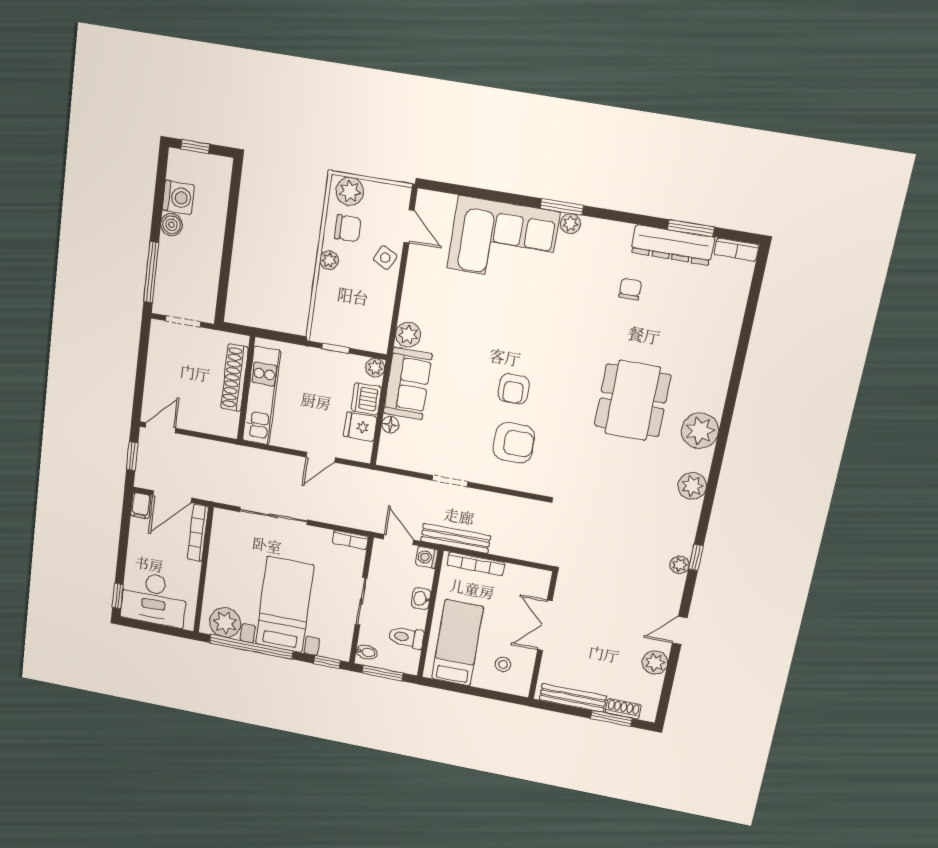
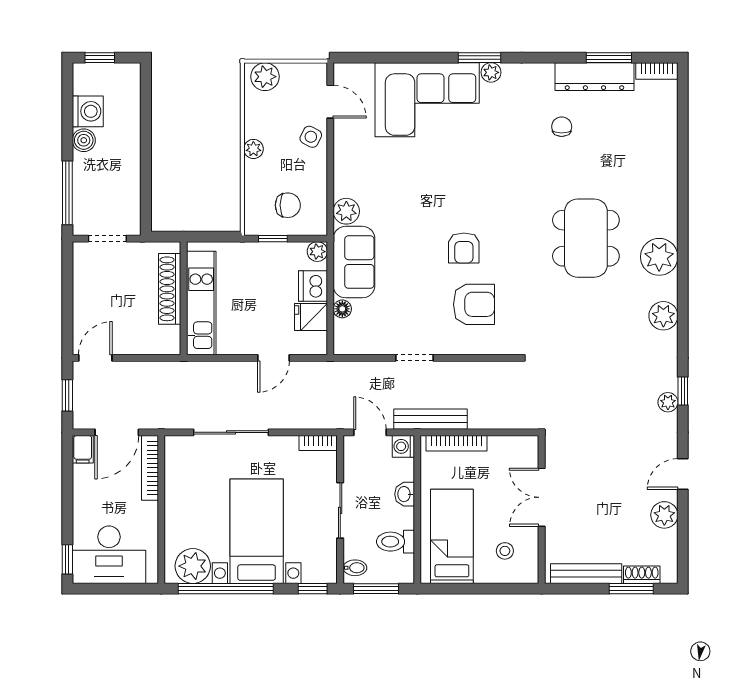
chair: (348, 228) -> (288, 205), moved

